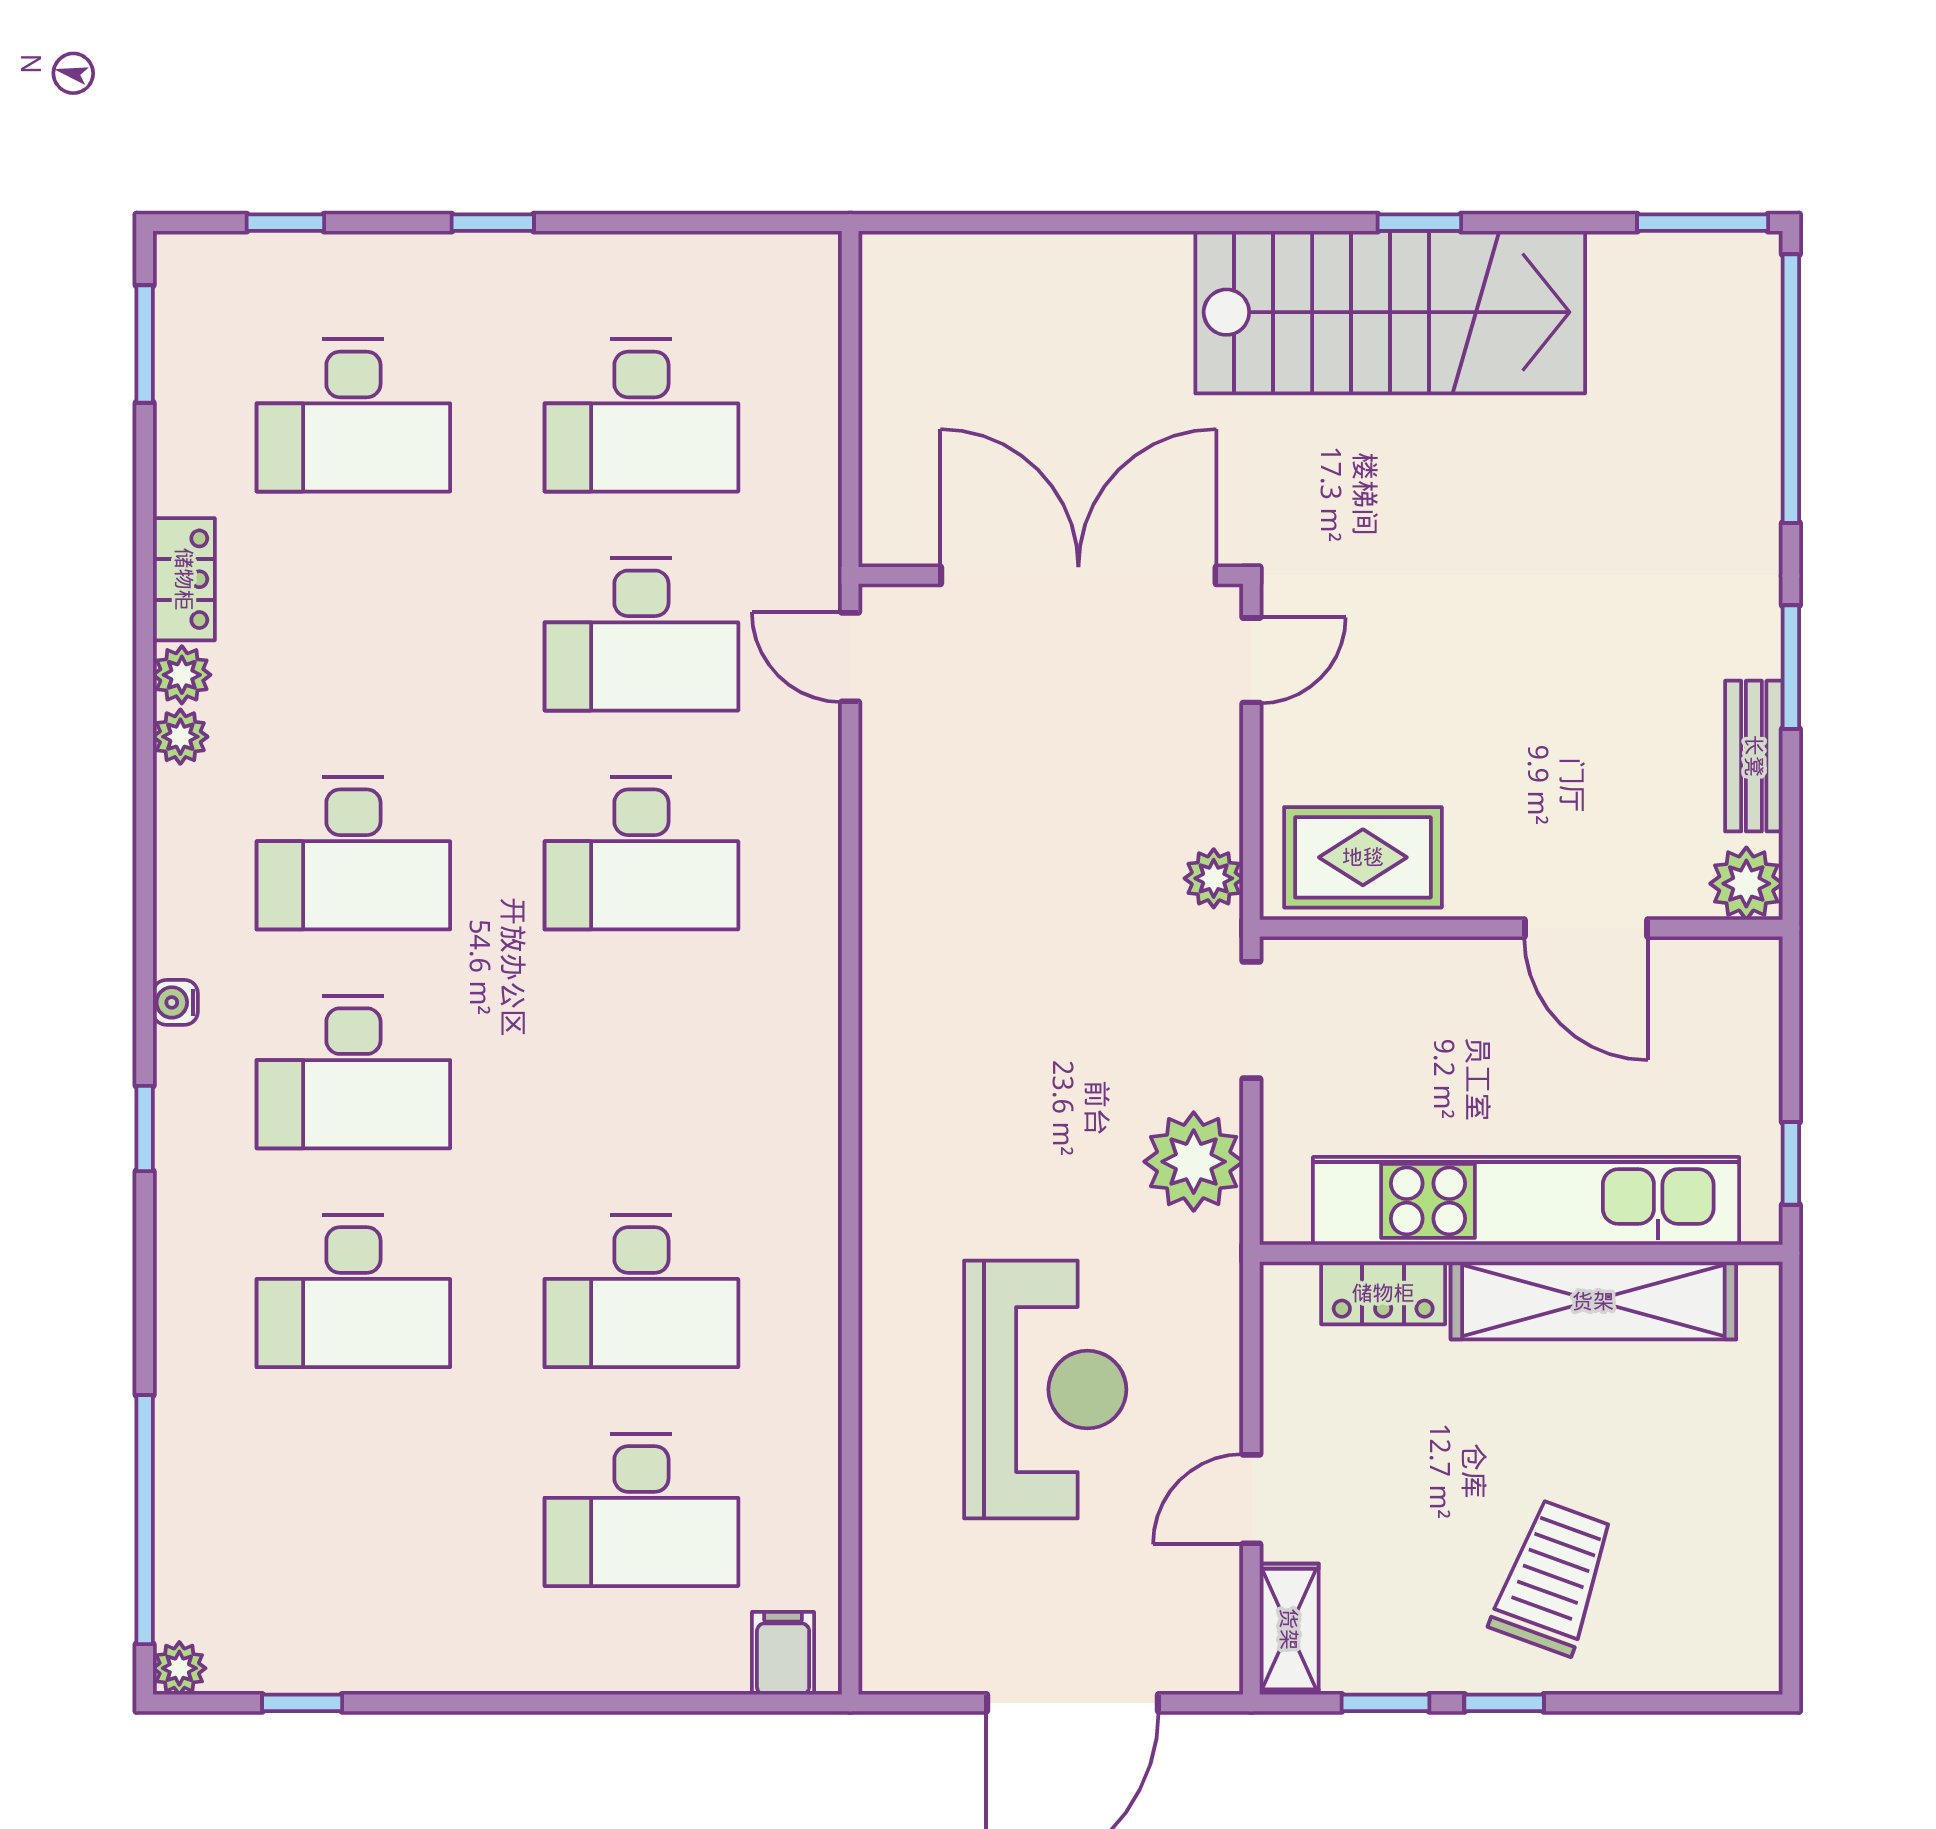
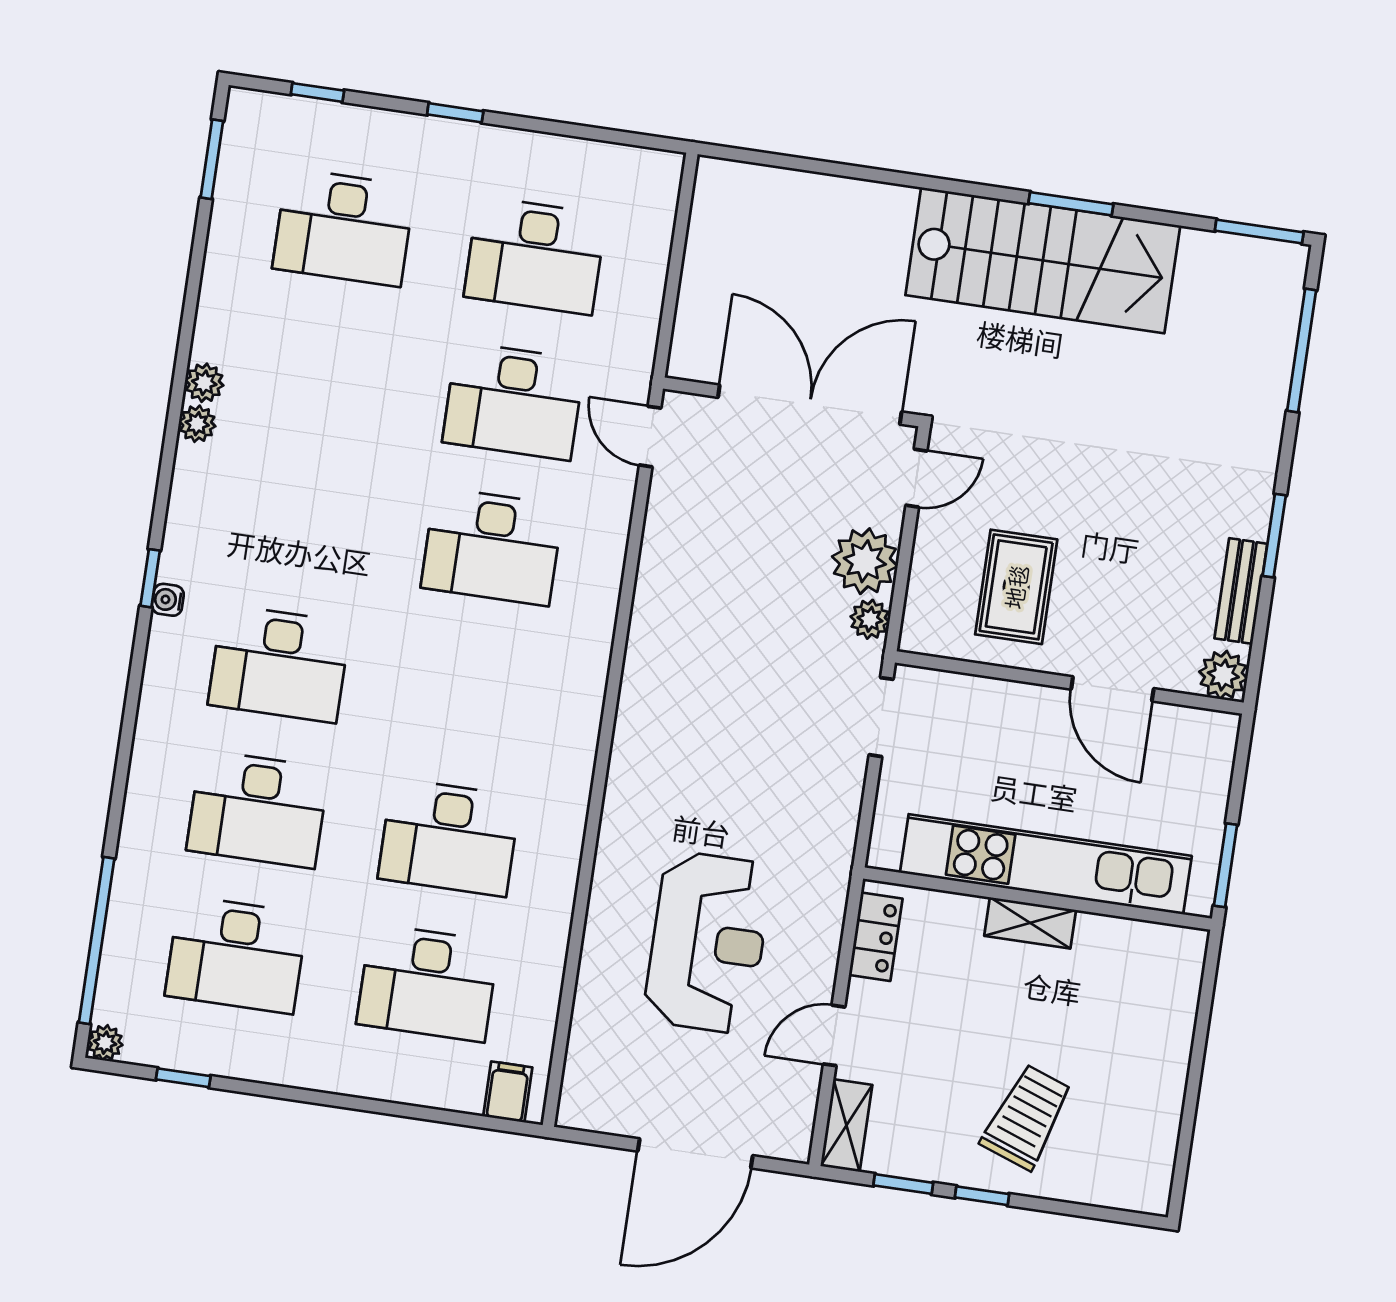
window: (1419, 223) -> (1071, 204), width x1.50
window: (1791, 389) -> (1302, 350), width x0.68
locker: (184, 579) -> (215, 319), removed
desk: (353, 853) -> (236, 955), moved
rug: (1363, 857) -> (1016, 587), moved, turned 90
window: (145, 1129) -> (150, 578), moved
plant: (1194, 1162) -> (865, 561), moved
window: (1791, 1163) -> (1226, 865), width x1.50
locker: (1383, 1293) -> (876, 937), moved, turned -90
shelving: (1593, 1301) -> (1030, 923), width x0.45, depth x0.75

